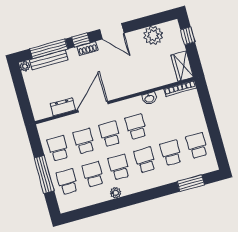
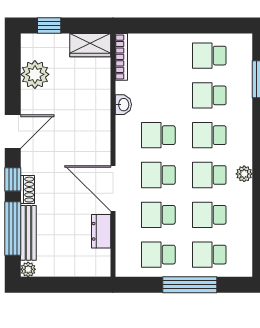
shoe rack: (88, 48) -> (28, 190), moved
plant: (115, 193) -> (244, 174), moved

